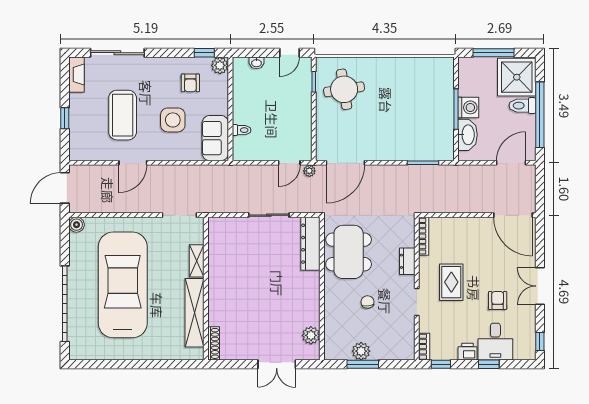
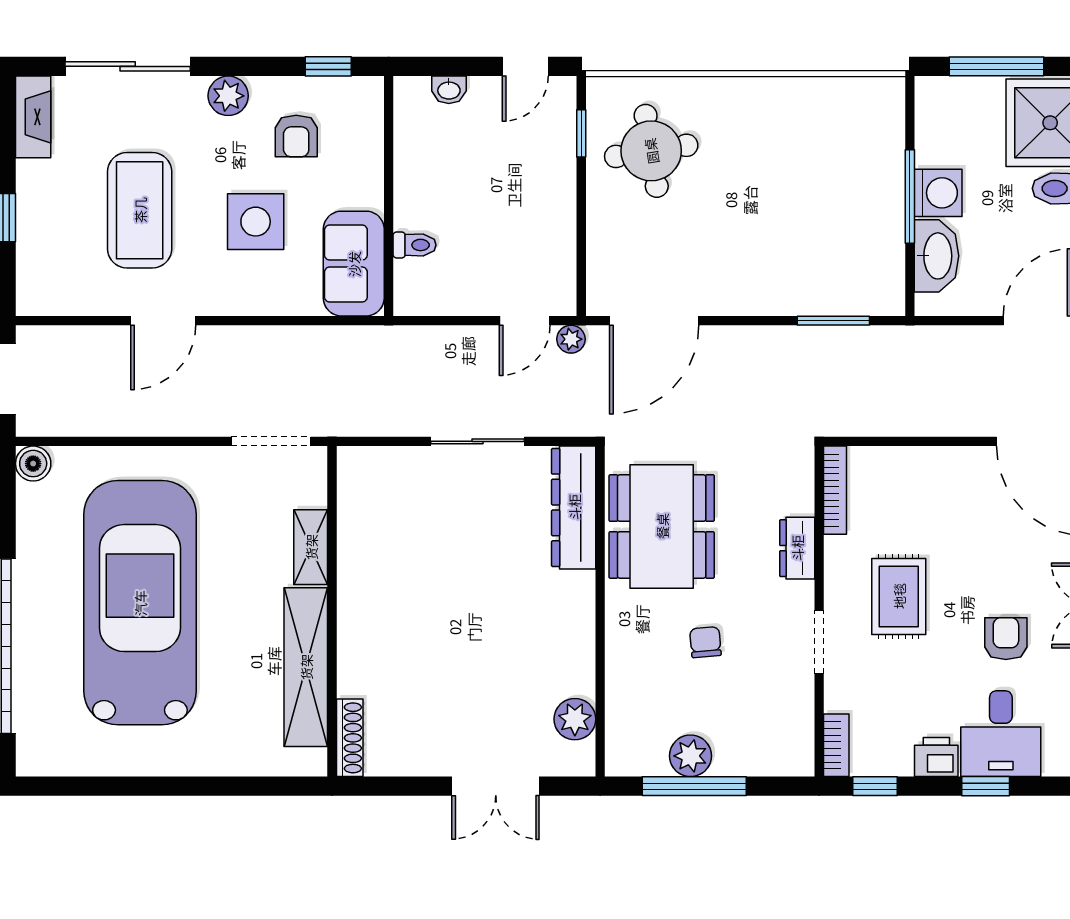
plant: (220, 65) -> (228, 96), moved
window: (363, 364) -> (694, 786), width x1.44

